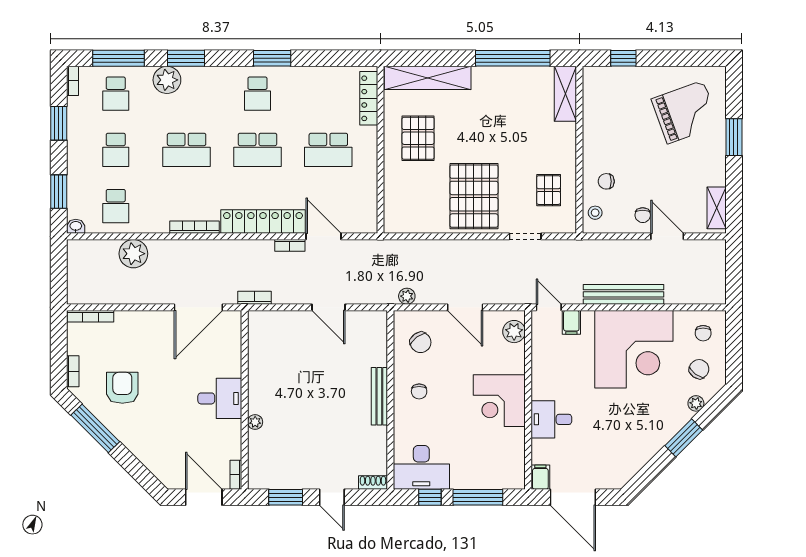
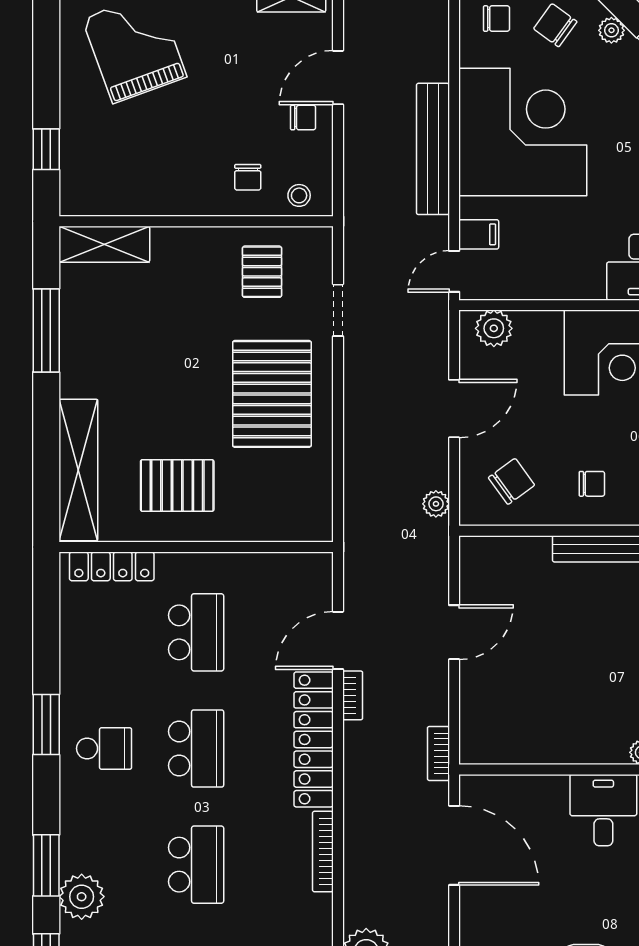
window: (513, 58) -> (46, 330), width x0.68
pallet: (549, 190) -> (262, 272), turned 90
pallet: (474, 196) -> (272, 394), turned 90

